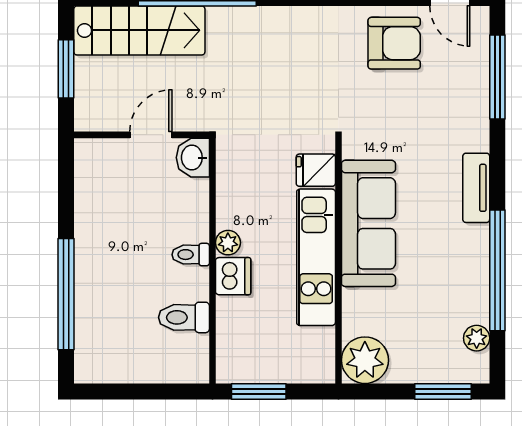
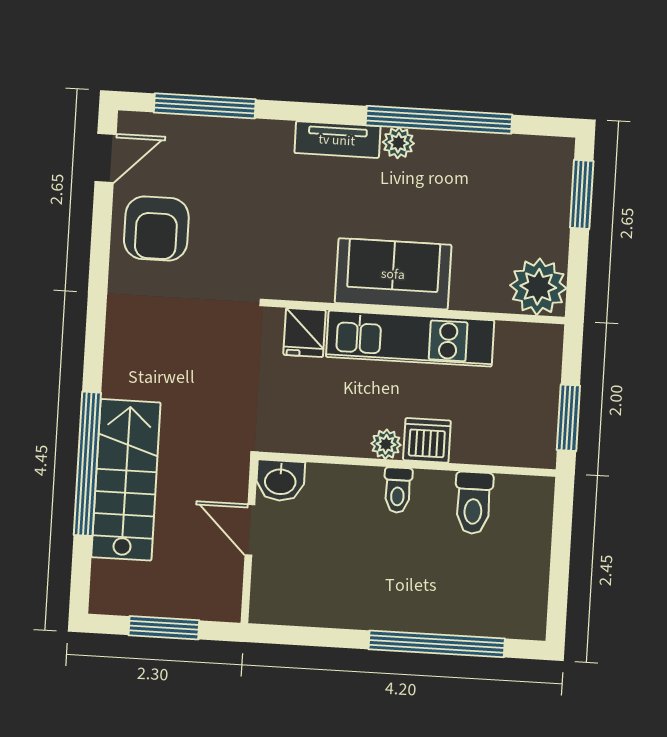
stairs: (139, 30) -> (126, 480), moved
armchair: (394, 43) -> (156, 228), turned 180
sofa: (368, 223) -> (393, 274), width x0.73
plant: (477, 338) -> (398, 143), moved

